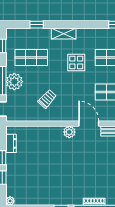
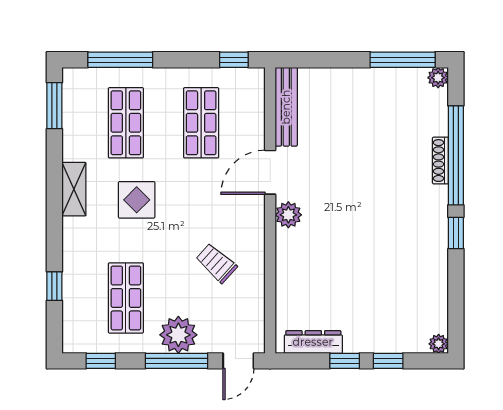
shelving: (64, 34) -> (74, 189), moved
dresser: (11, 143) -> (313, 342), width x1.44

